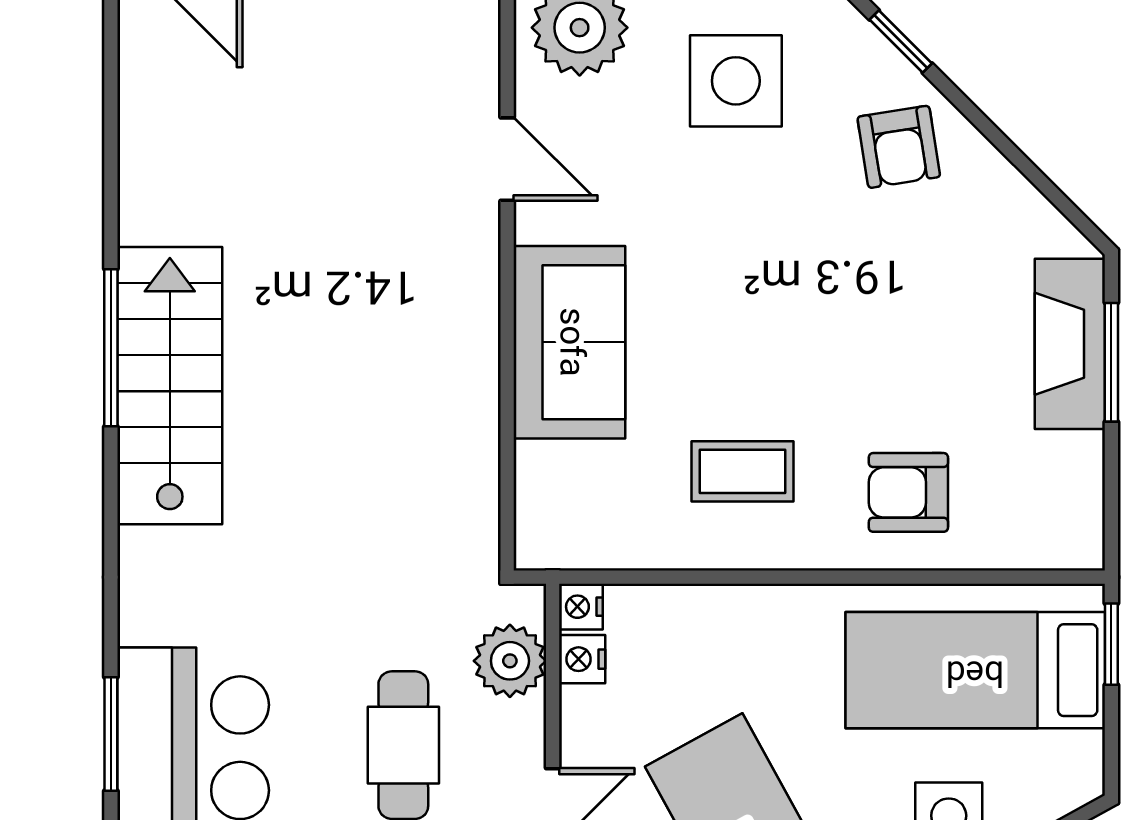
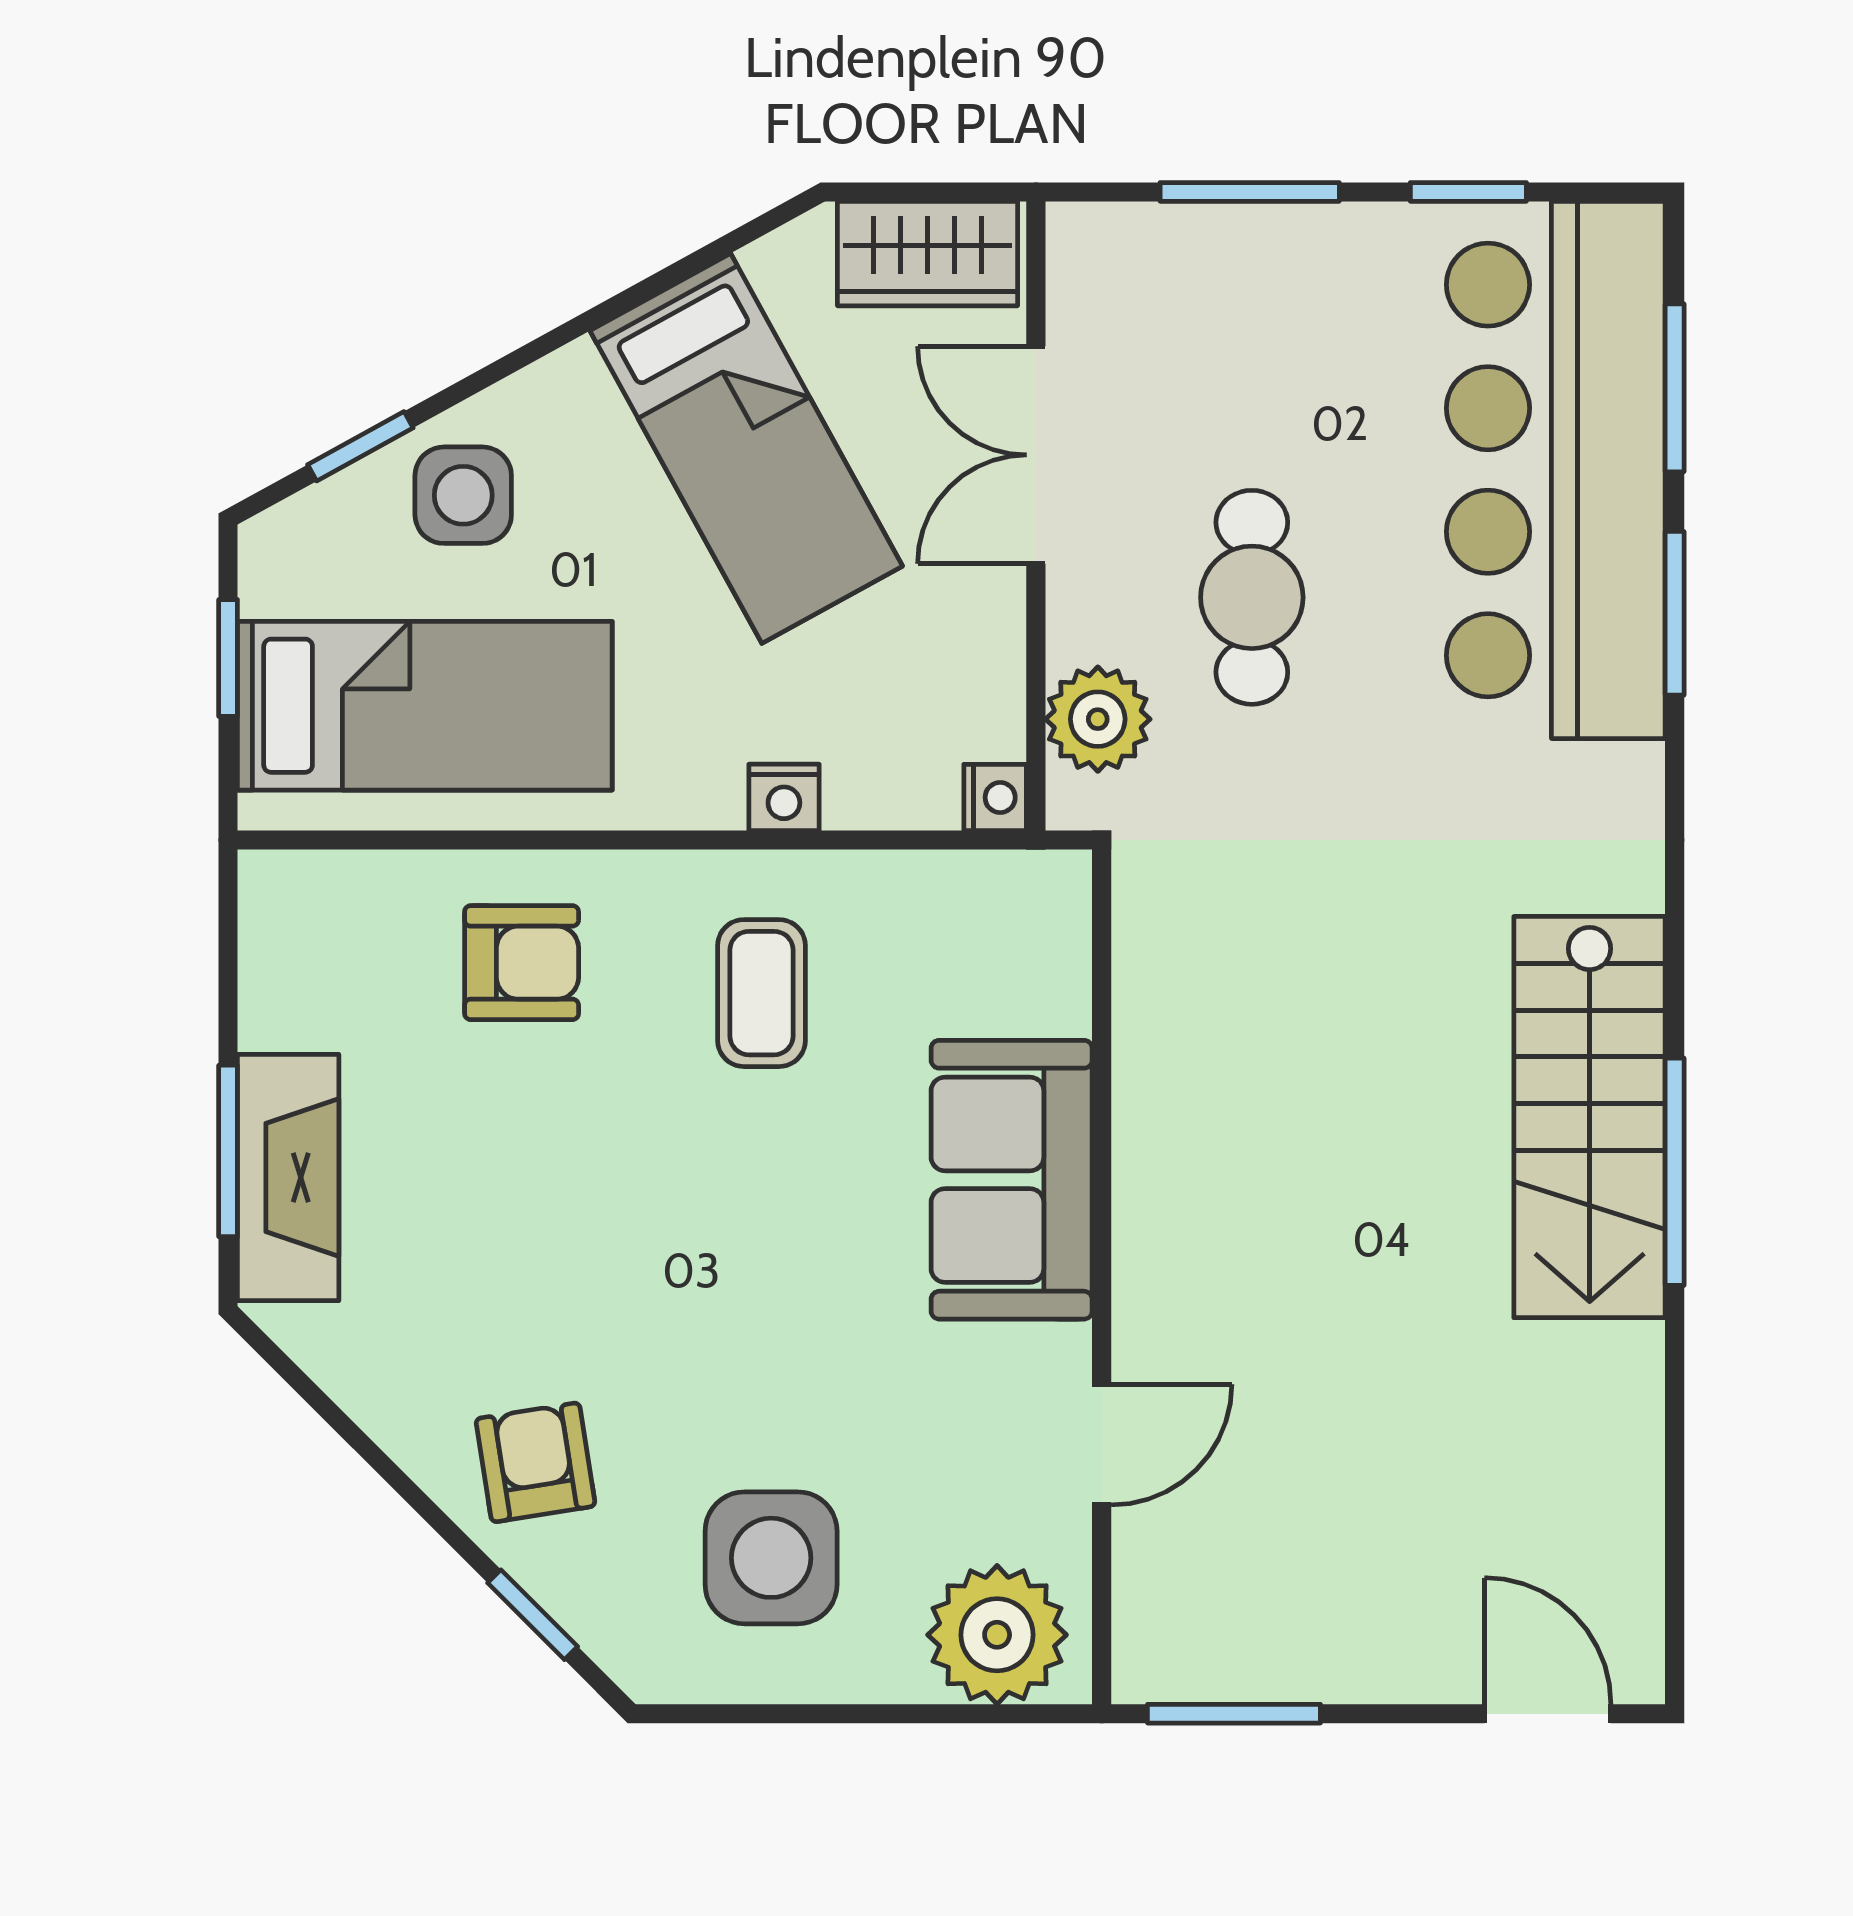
door: (507, 159) -> (1102, 1445), swing flipped
coffee table: (742, 471) -> (761, 993), turned 90
window: (1111, 644) -> (228, 658), moved
nightstand: (582, 659) -> (784, 797), moved, turned 90

